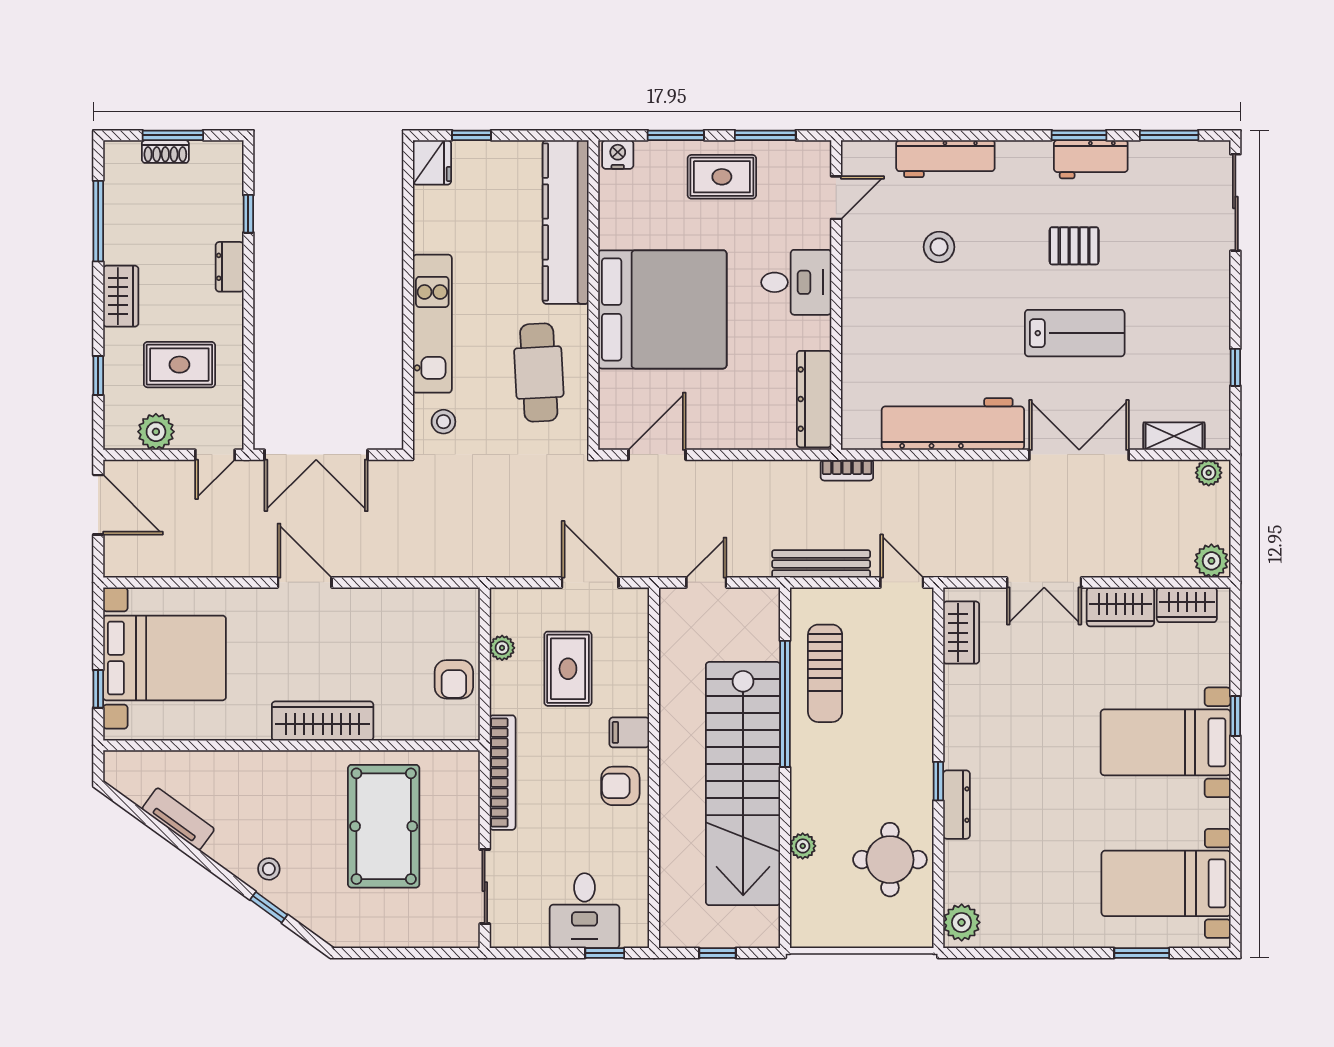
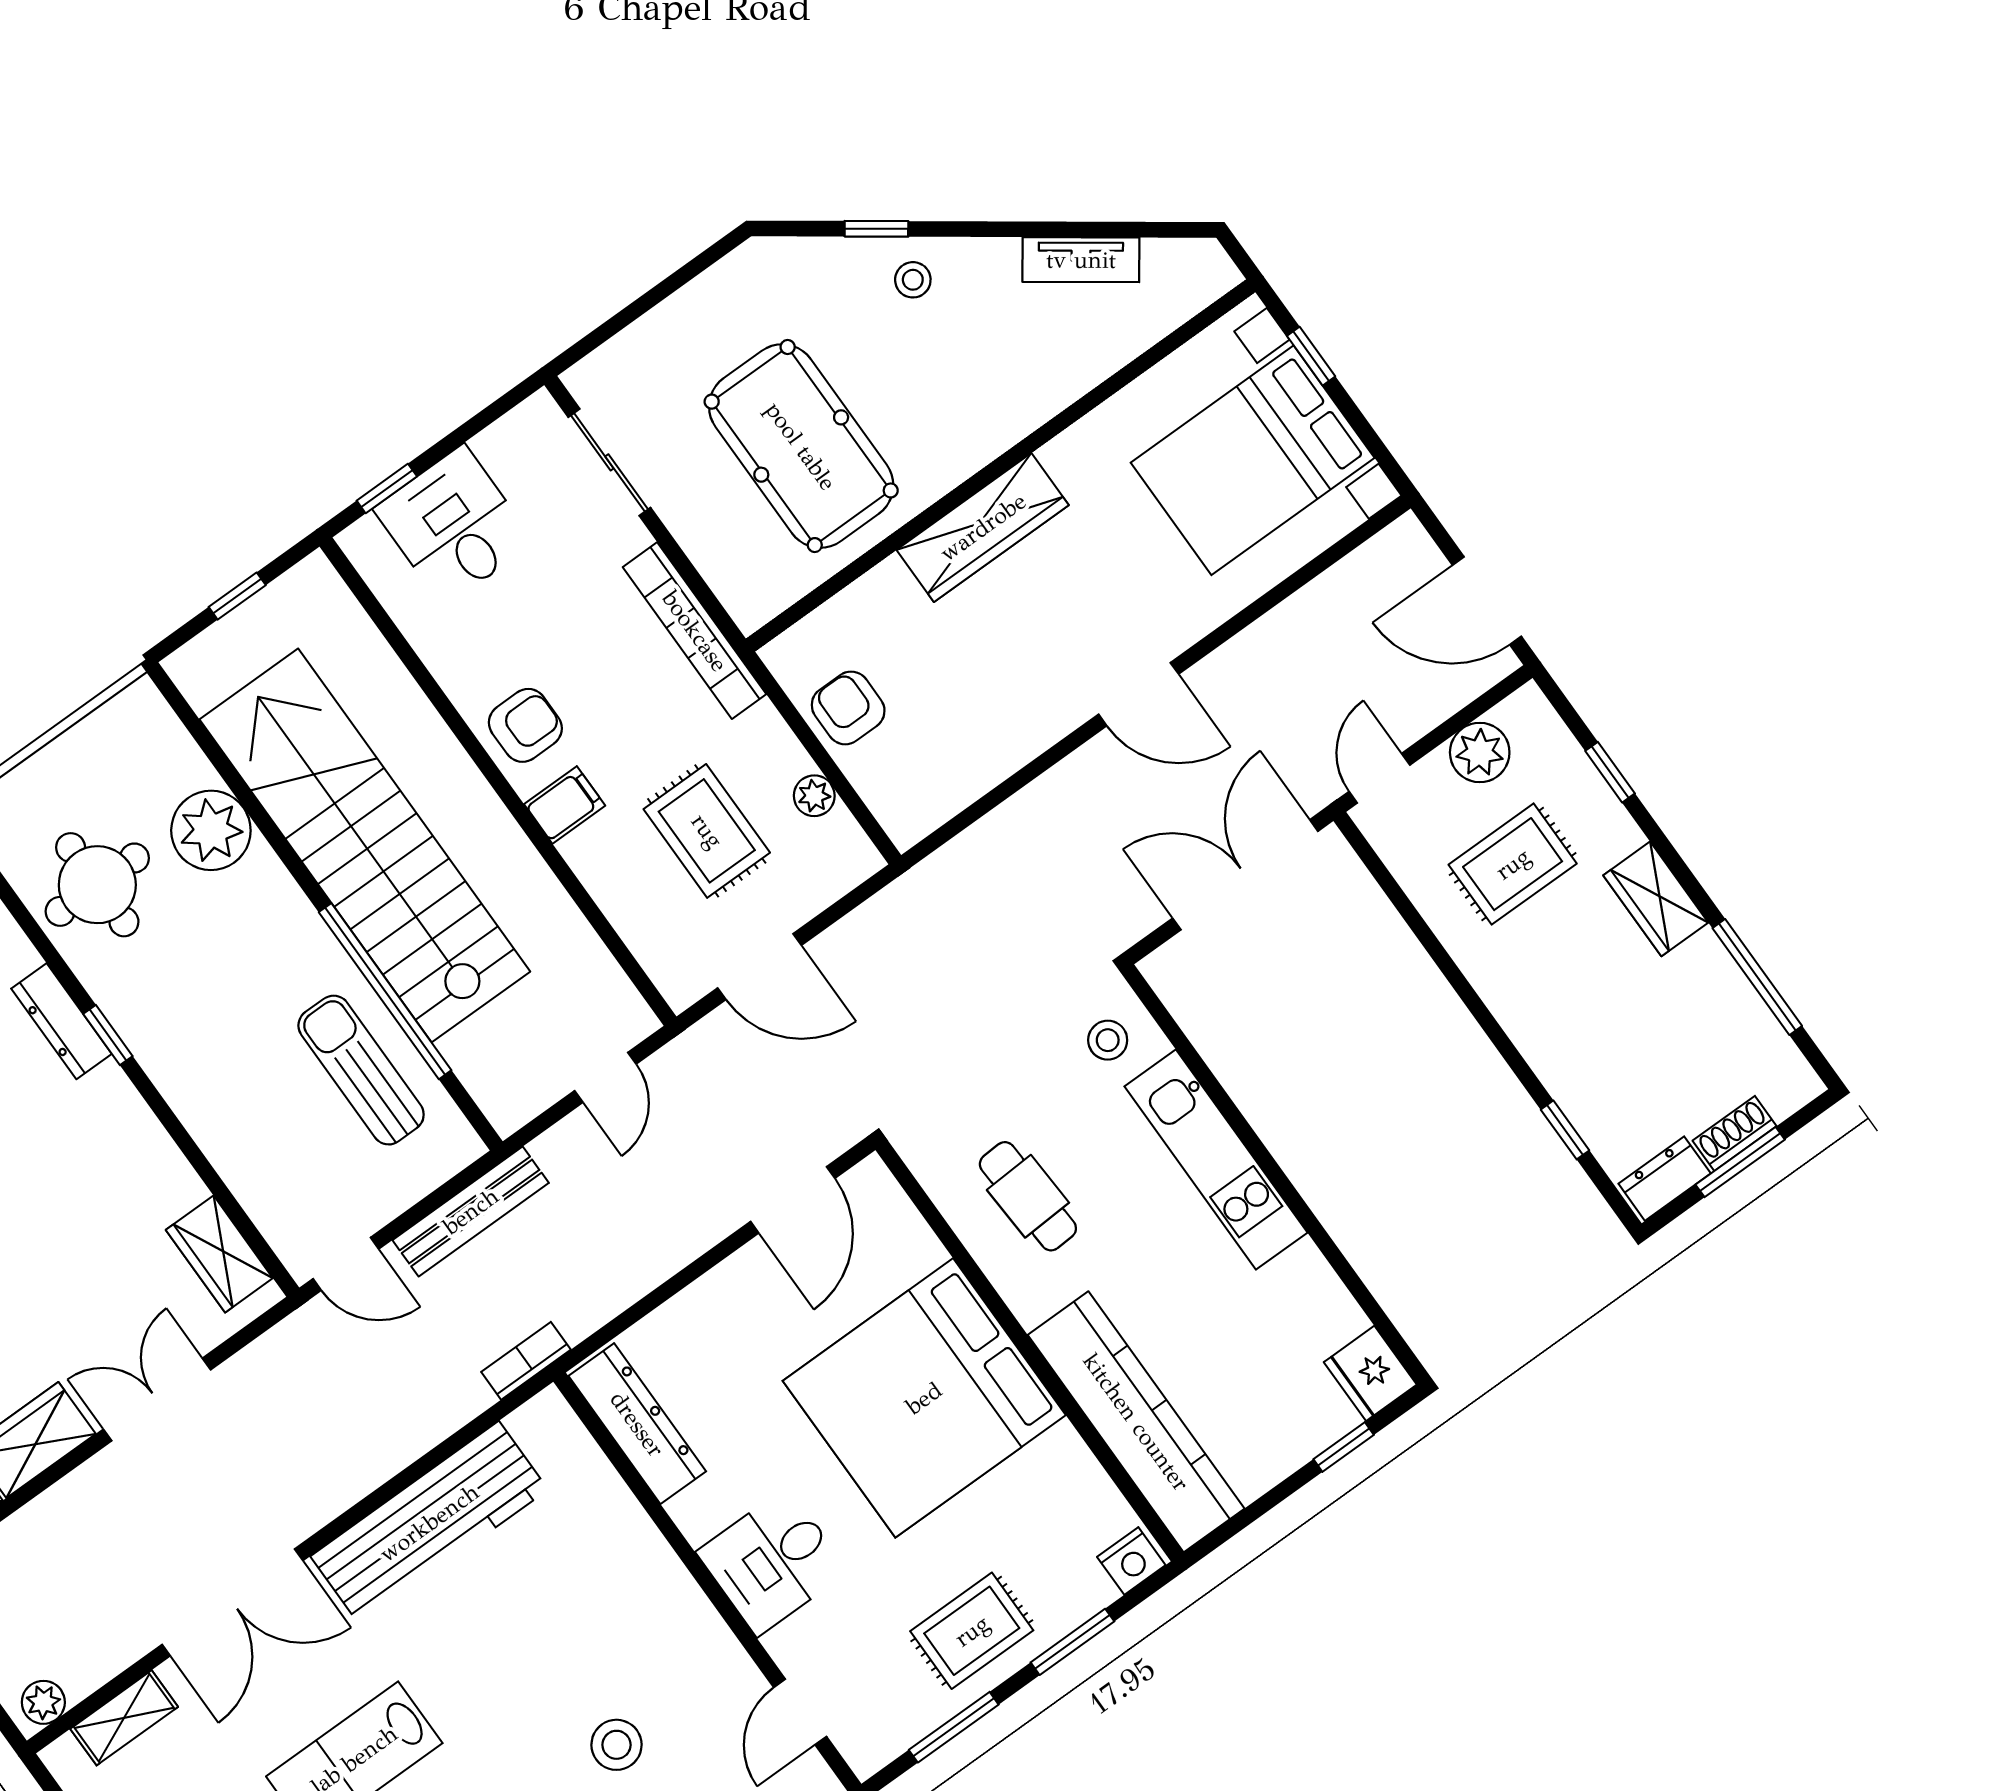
dresser: (230, 267) -> (1665, 1179), moved, turned -90
cafe table: (539, 373) -> (1028, 1196), width x0.73, depth x0.74
plant: (803, 846) -> (211, 830), width x1.87, depth x1.87

